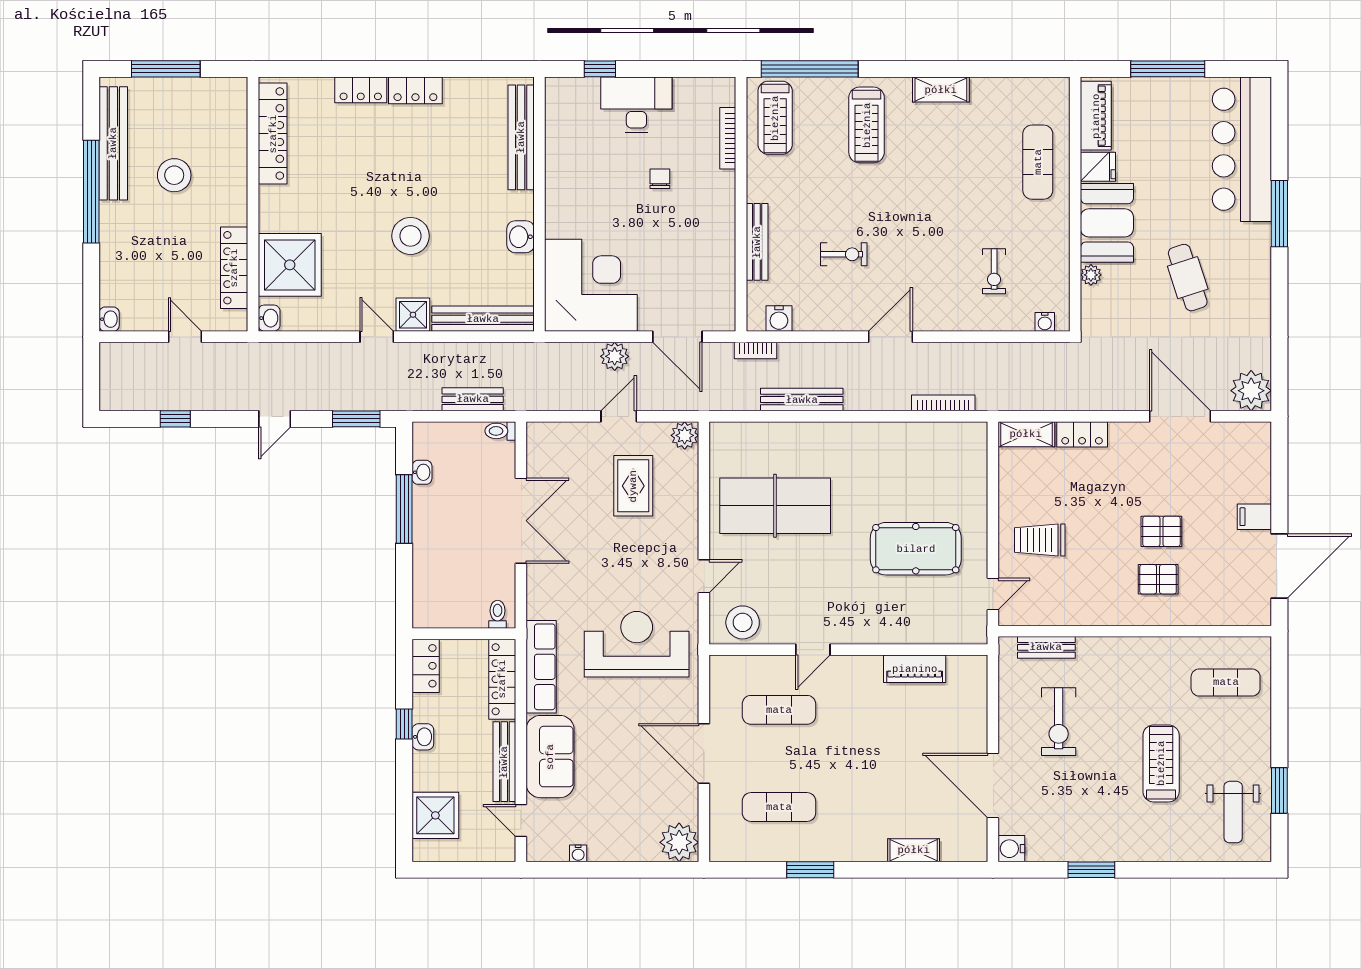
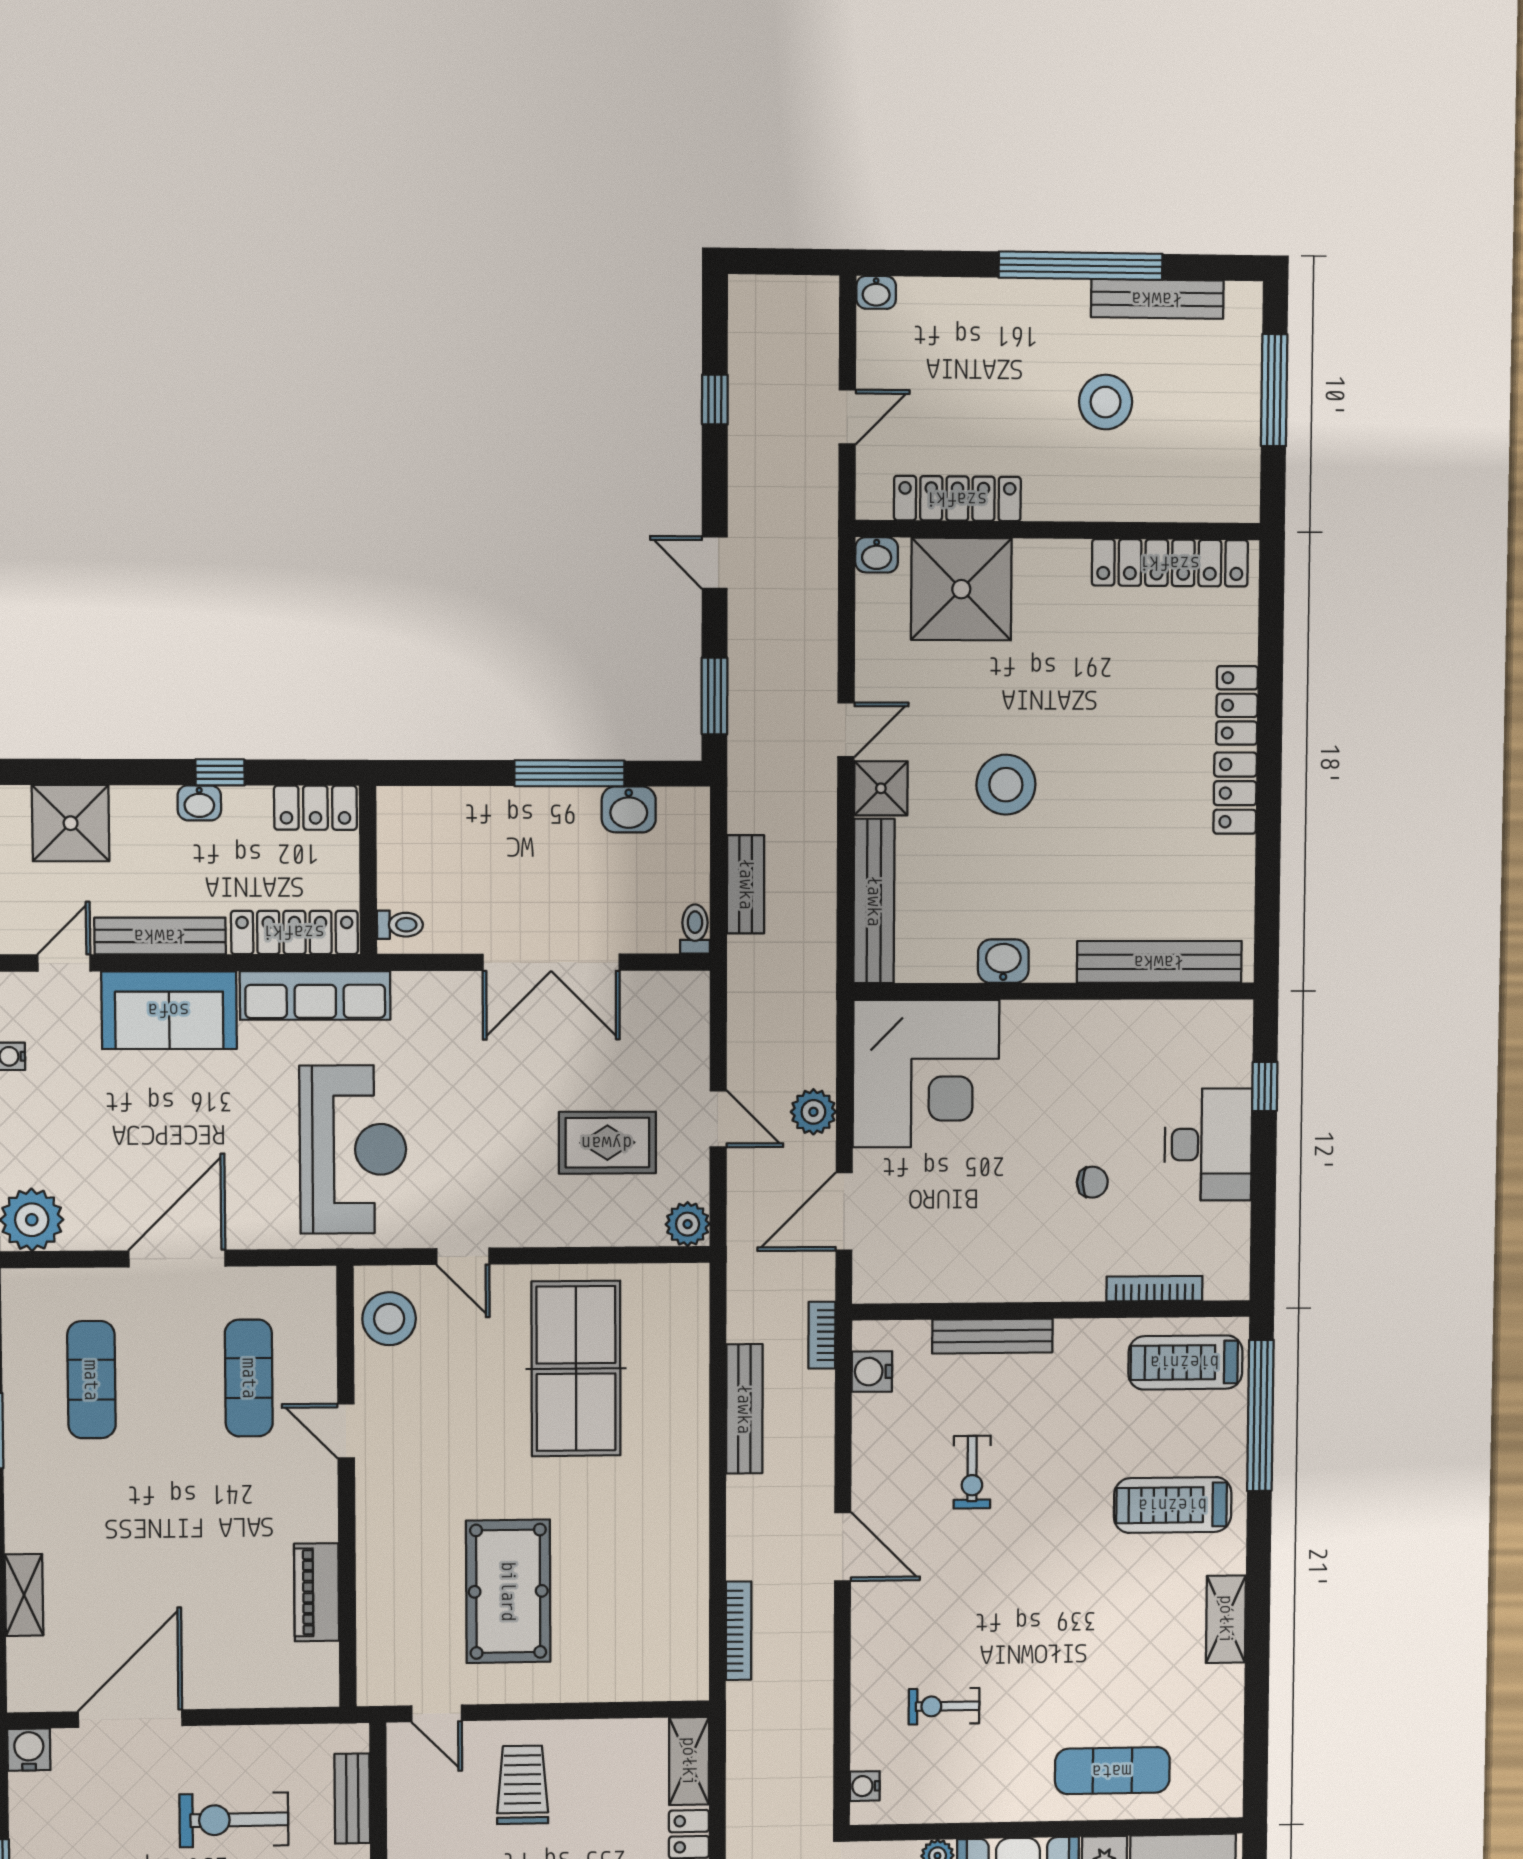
bench: (113, 143) -> (1157, 299), width x0.73, depth x0.82
washbasin: (422, 472) -> (629, 809), width x1.38, depth x1.45

